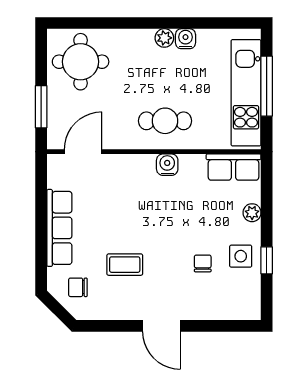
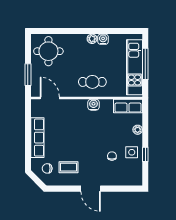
door: (83, 152) -> (50, 98), hinge flipped
coffee table: (125, 265) -> (69, 167), moved

